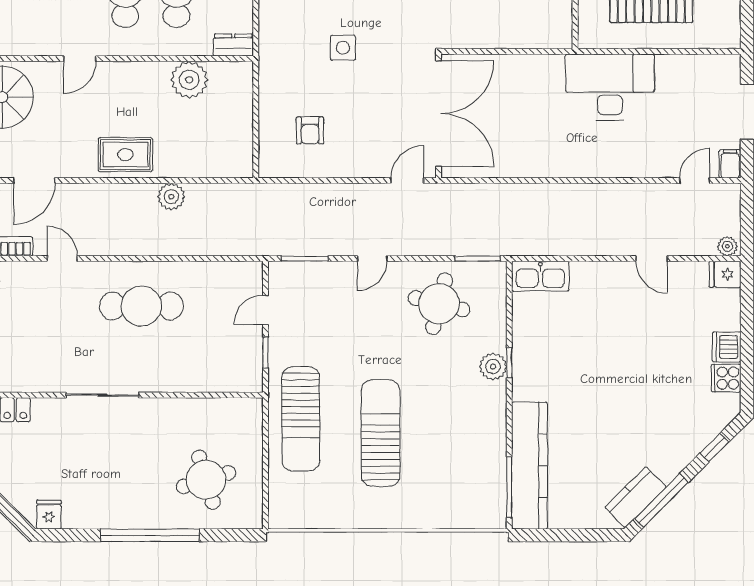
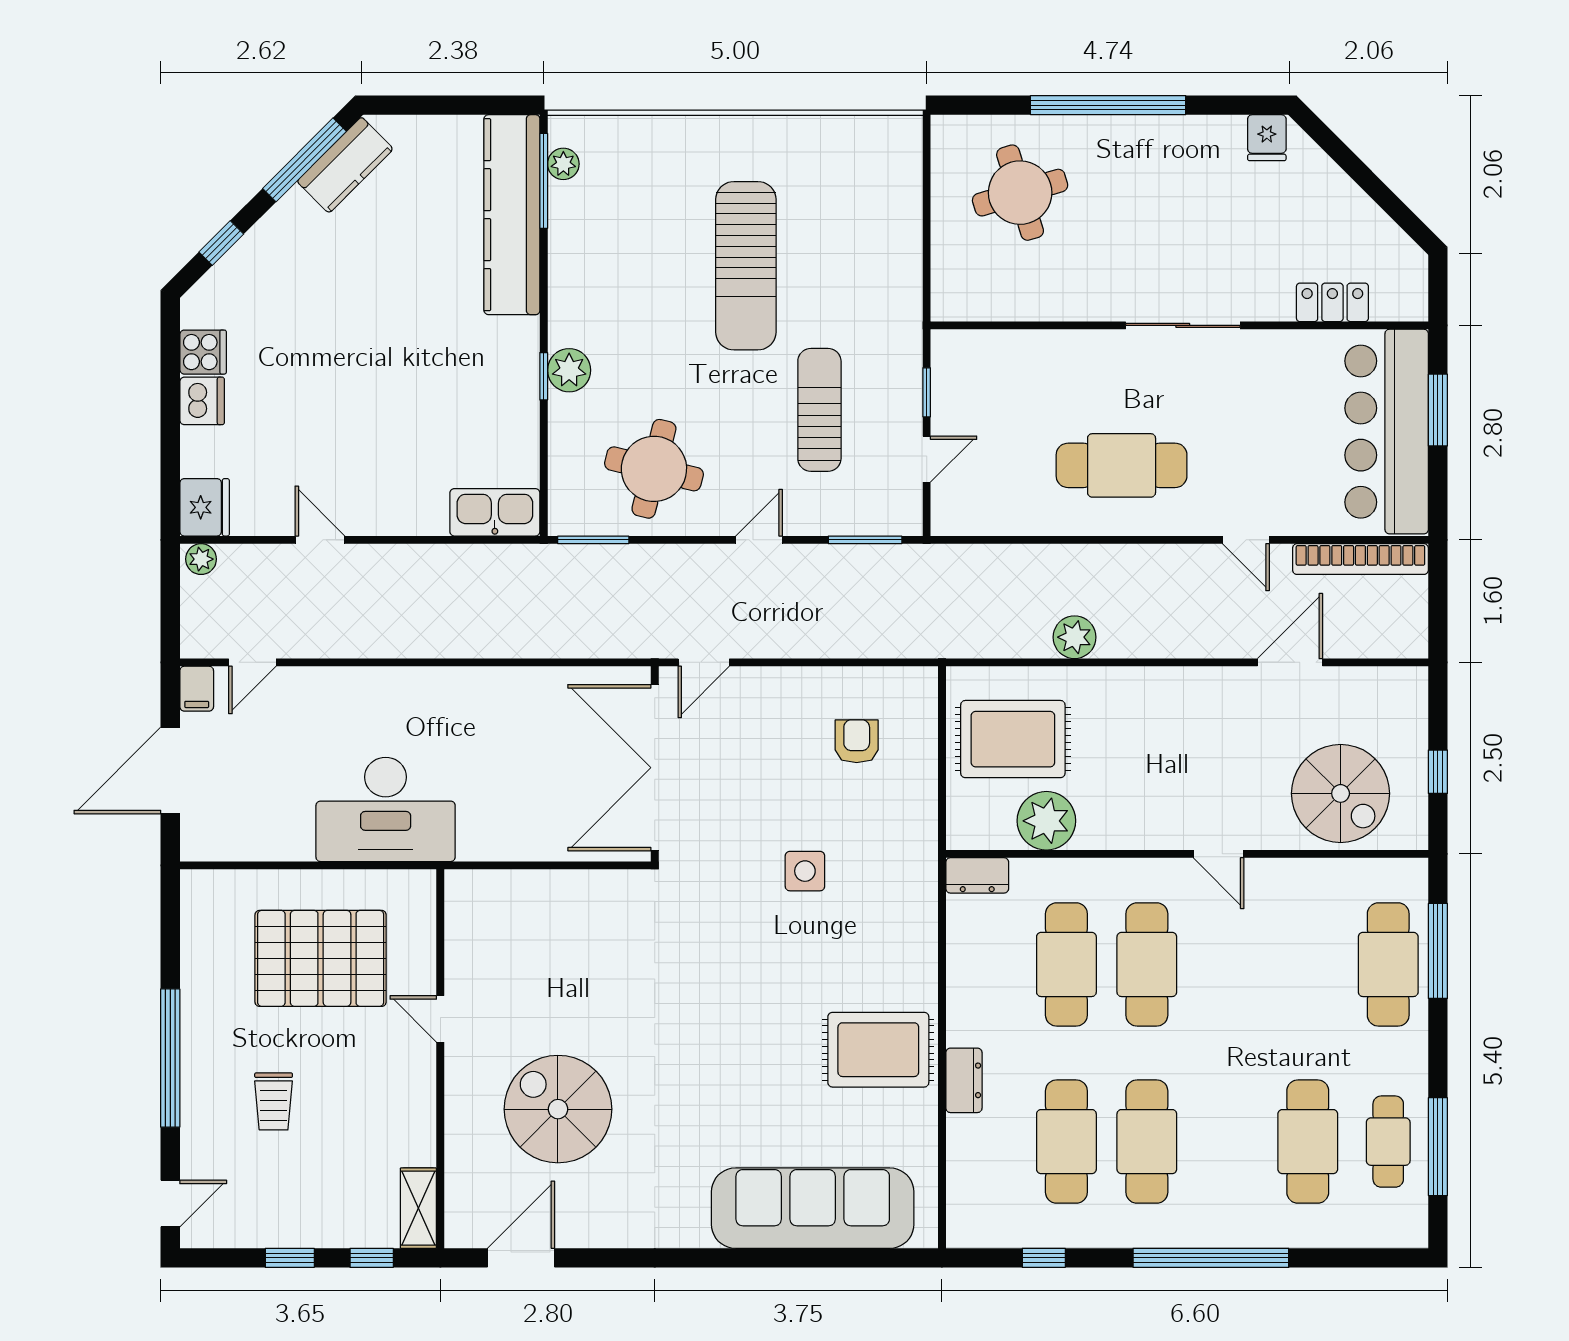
door: (80, 59) -> (1218, 854), swing flipped
rug: (125, 155) -> (1013, 739), moved, width x1.36, depth x1.43
fridge: (725, 274) -> (205, 507), width x1.38
sun lounger: (301, 419) -> (819, 410), moved, width x0.73, depth x0.75
plant: (497, 498) -> (563, 164), added

